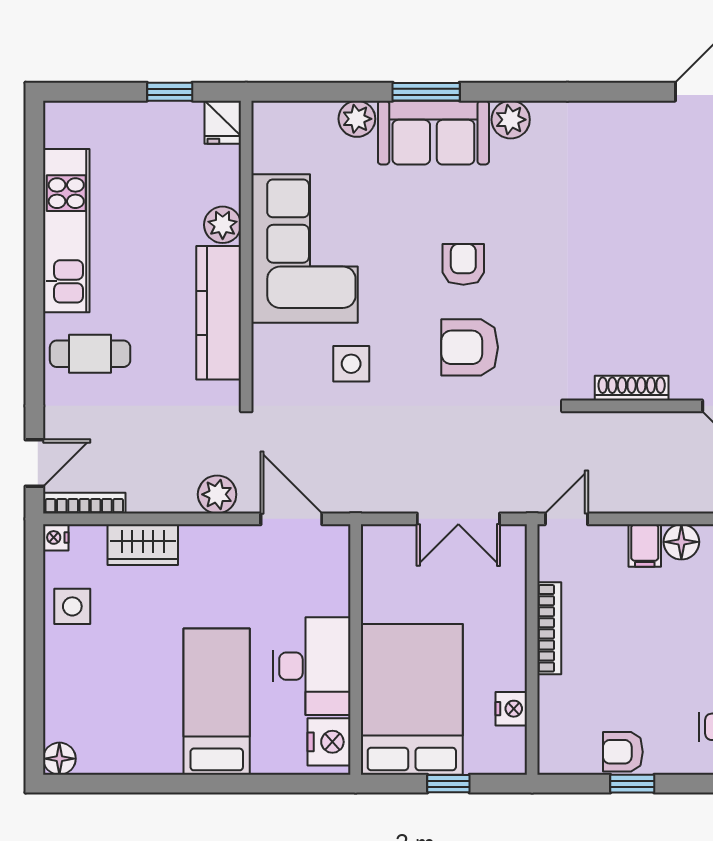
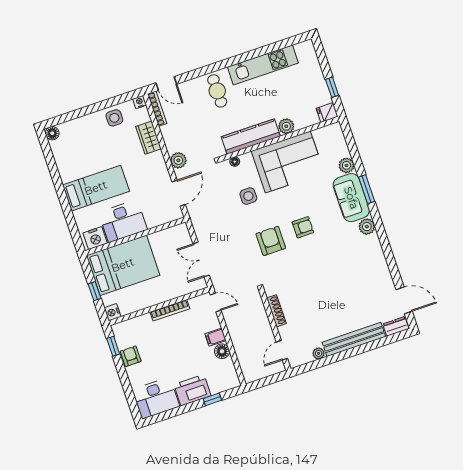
floor lamp: (263, 368) -> (235, 162), added
nightstand: (511, 709) -> (113, 312), moved, turned 90
window: (632, 784) -> (113, 346), moved

